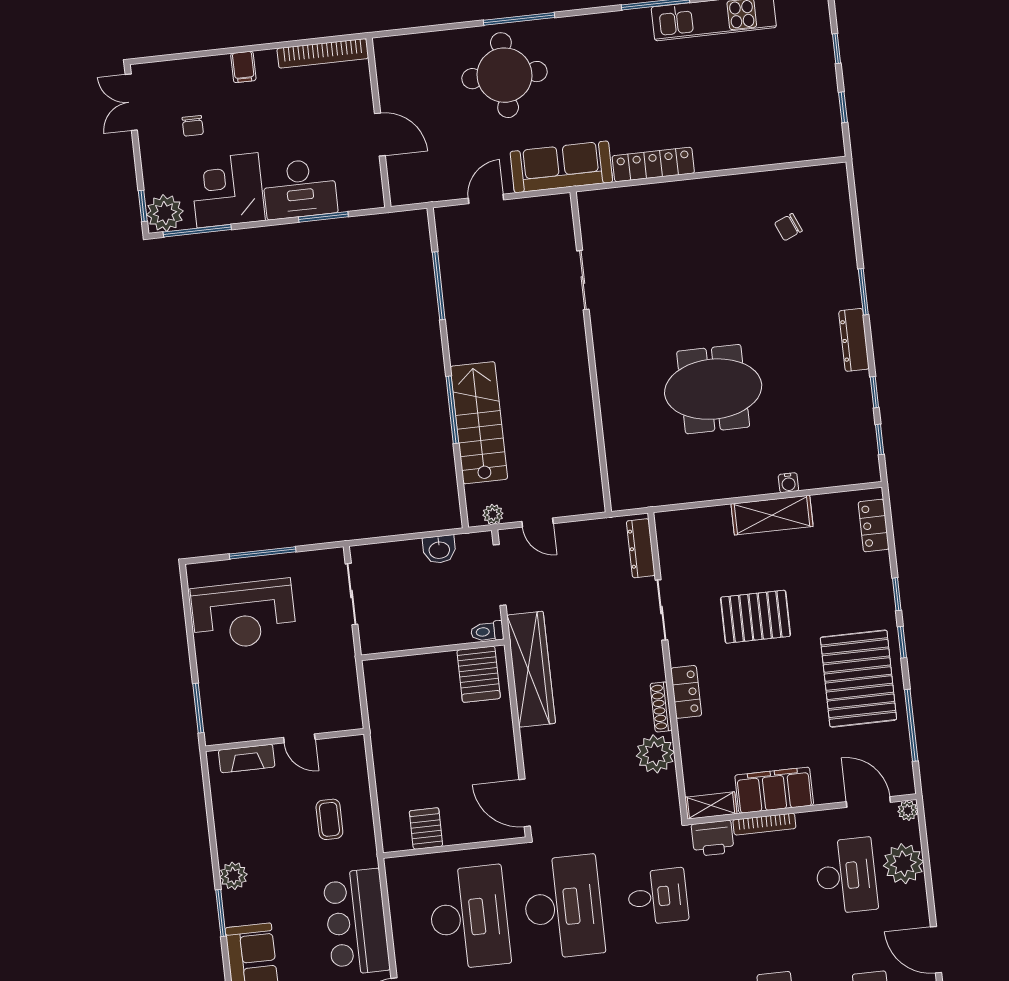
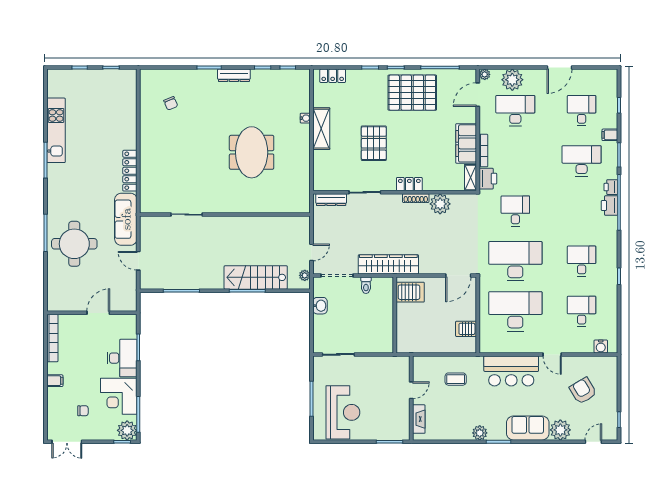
wall: (433, 650) -> (395, 315), moved
server rack: (479, 674) -> (410, 292), moved

